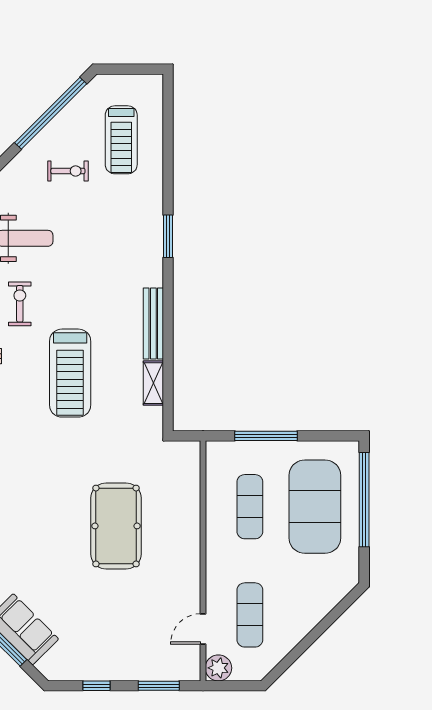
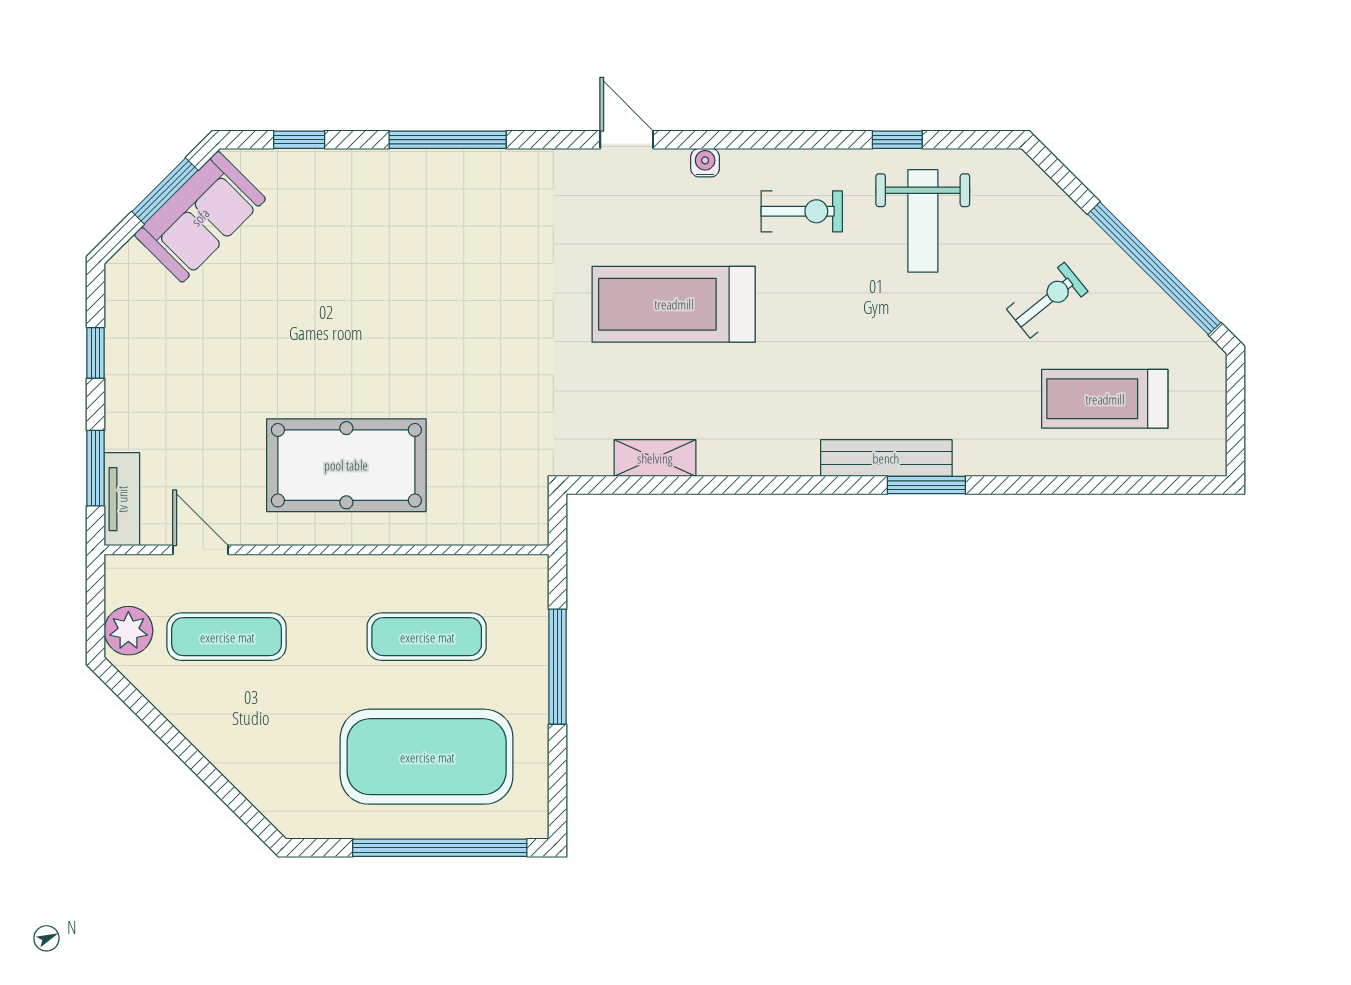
exercise bike: (68, 171) -> (1047, 300), turned -129
bench: (153, 324) -> (886, 458), moved
pool table: (116, 526) -> (346, 465), moved
plant: (218, 668) -> (128, 631), moved
tv unit: (176, 671) -> (122, 499), added

